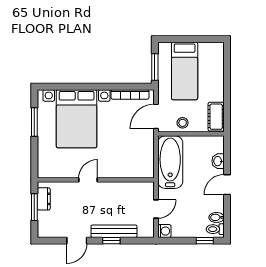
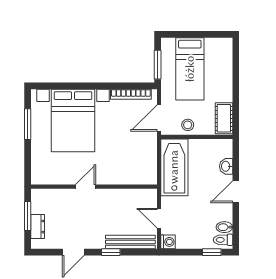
dresser: (44, 199) -> (38, 227), moved
door: (156, 209) -> (159, 218), swing flipped
bench: (114, 231) -> (130, 242), moved

